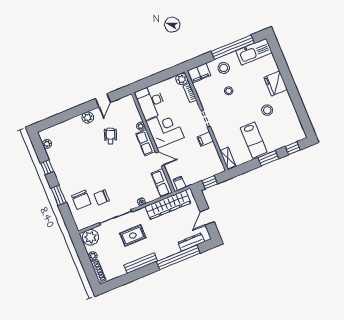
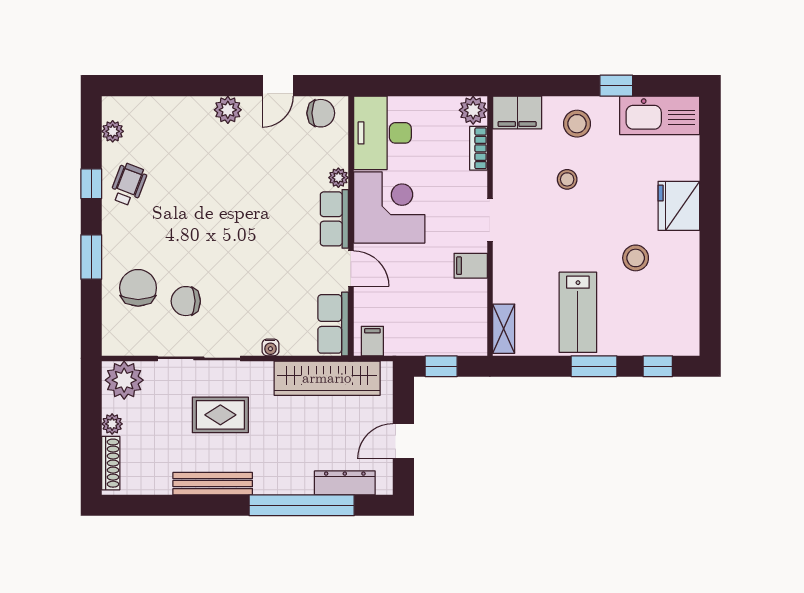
window: (233, 47) -> (616, 86), width x0.32
chair: (124, 104) -> (321, 113), added
wheelchair: (110, 136) -> (128, 184), moved
chair: (81, 200) -> (138, 288), turned 180

